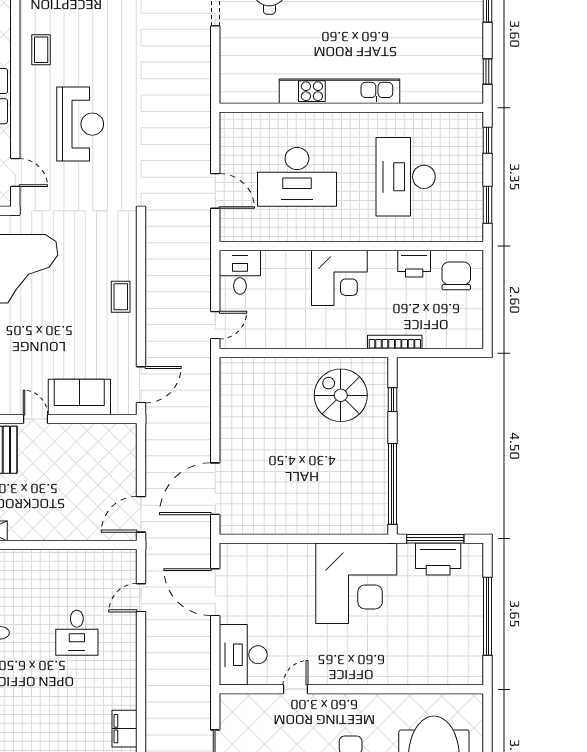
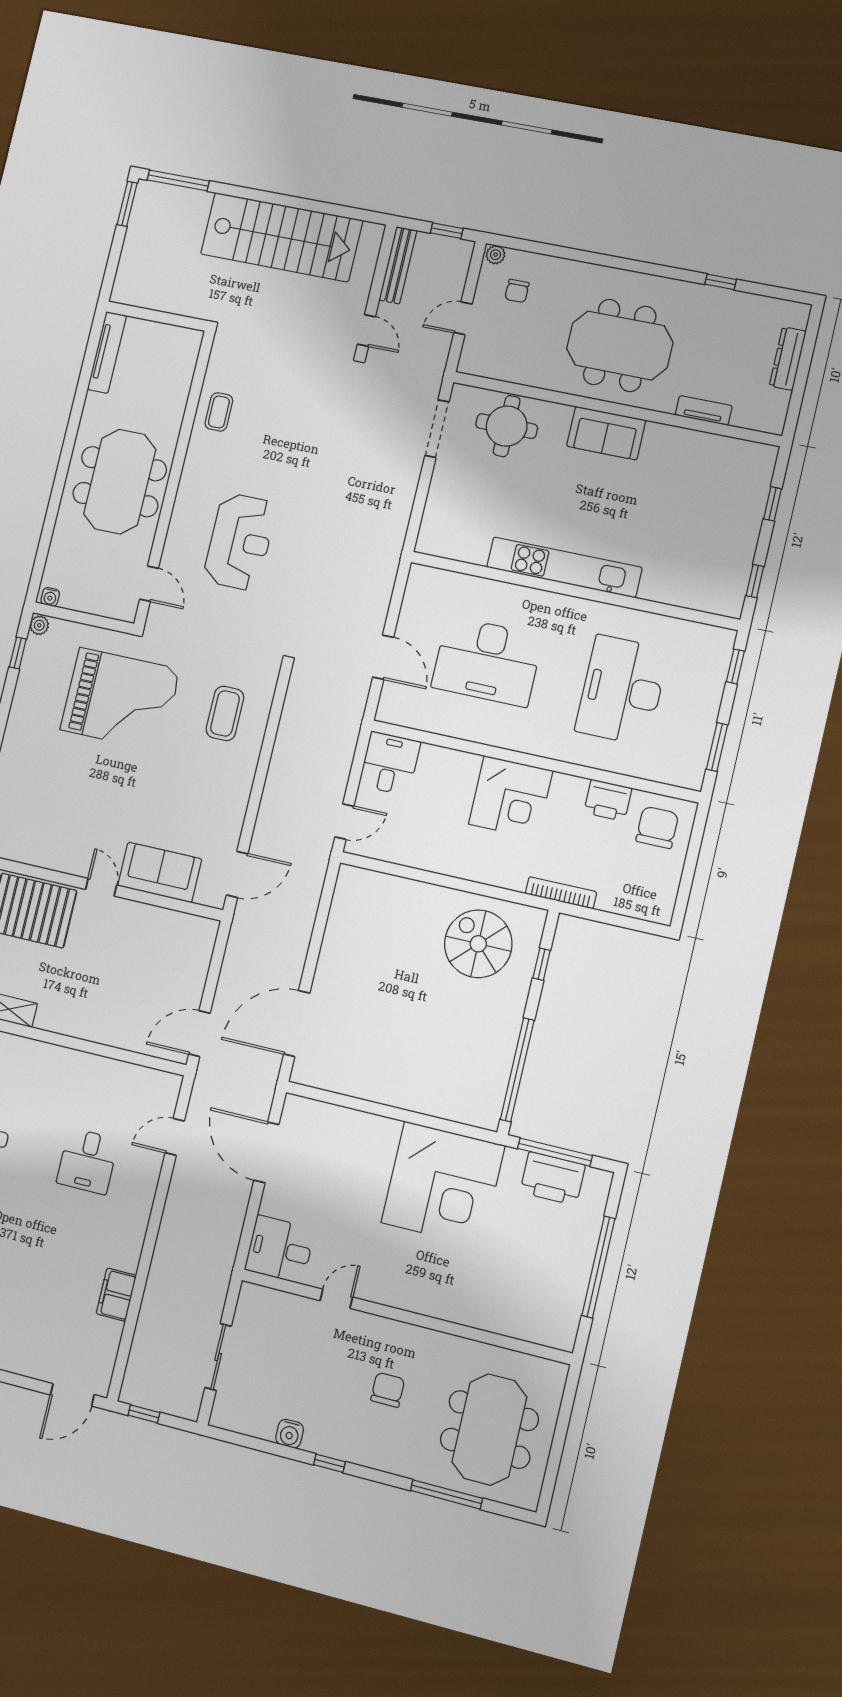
coffee table: (41, 50) -> (219, 412), moved
coffee table: (121, 297) -> (225, 713), moved, width x1.36, depth x1.30
desk: (243, 655) -> (280, 1249), width x0.73

